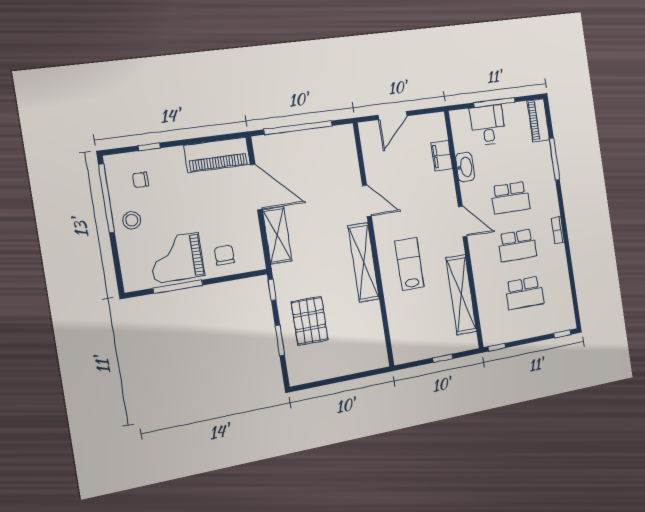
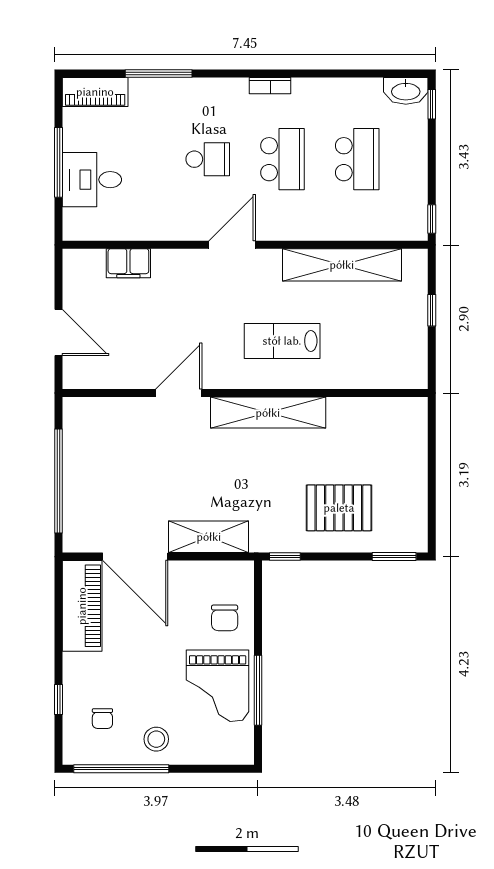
washbasin: (465, 167) -> (406, 91), moved, turned 180
door: (256, 187) -> (135, 557), swing flipped
school desk: (510, 198) -> (208, 159), width x0.54
chair: (224, 255) -> (225, 618), turned -90
window: (280, 340) -> (394, 557), moved

